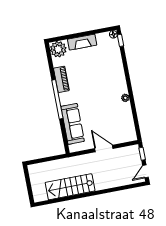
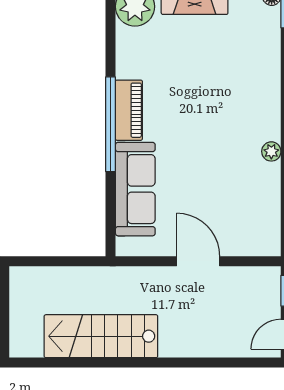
piano: (61, 79) -> (129, 110), moved

